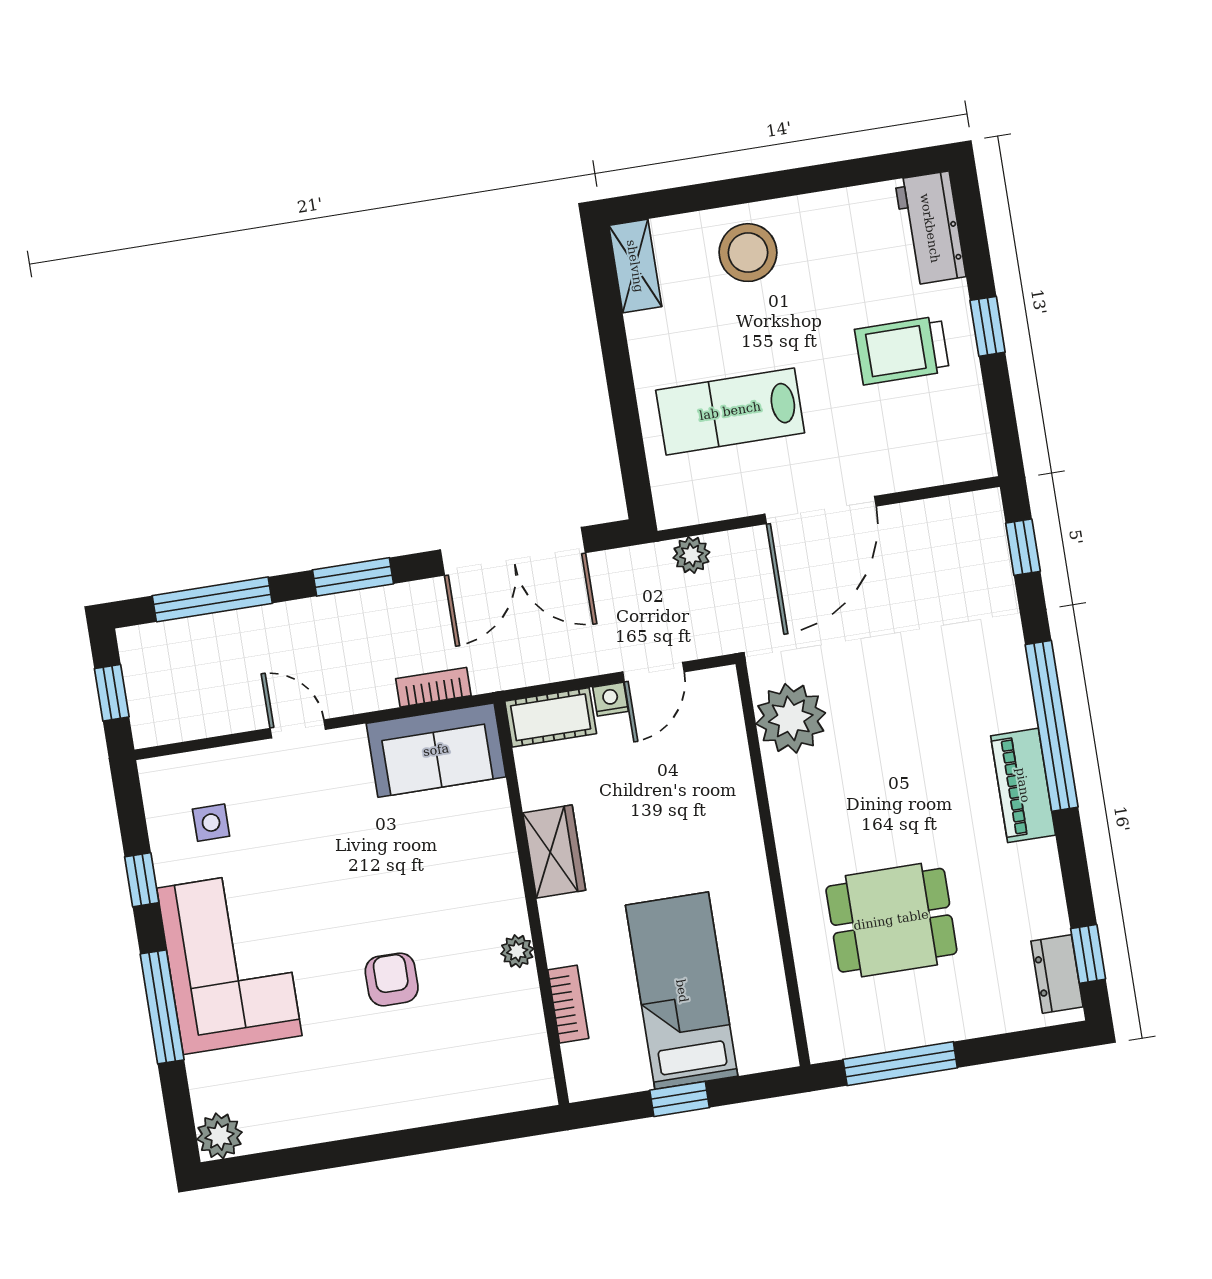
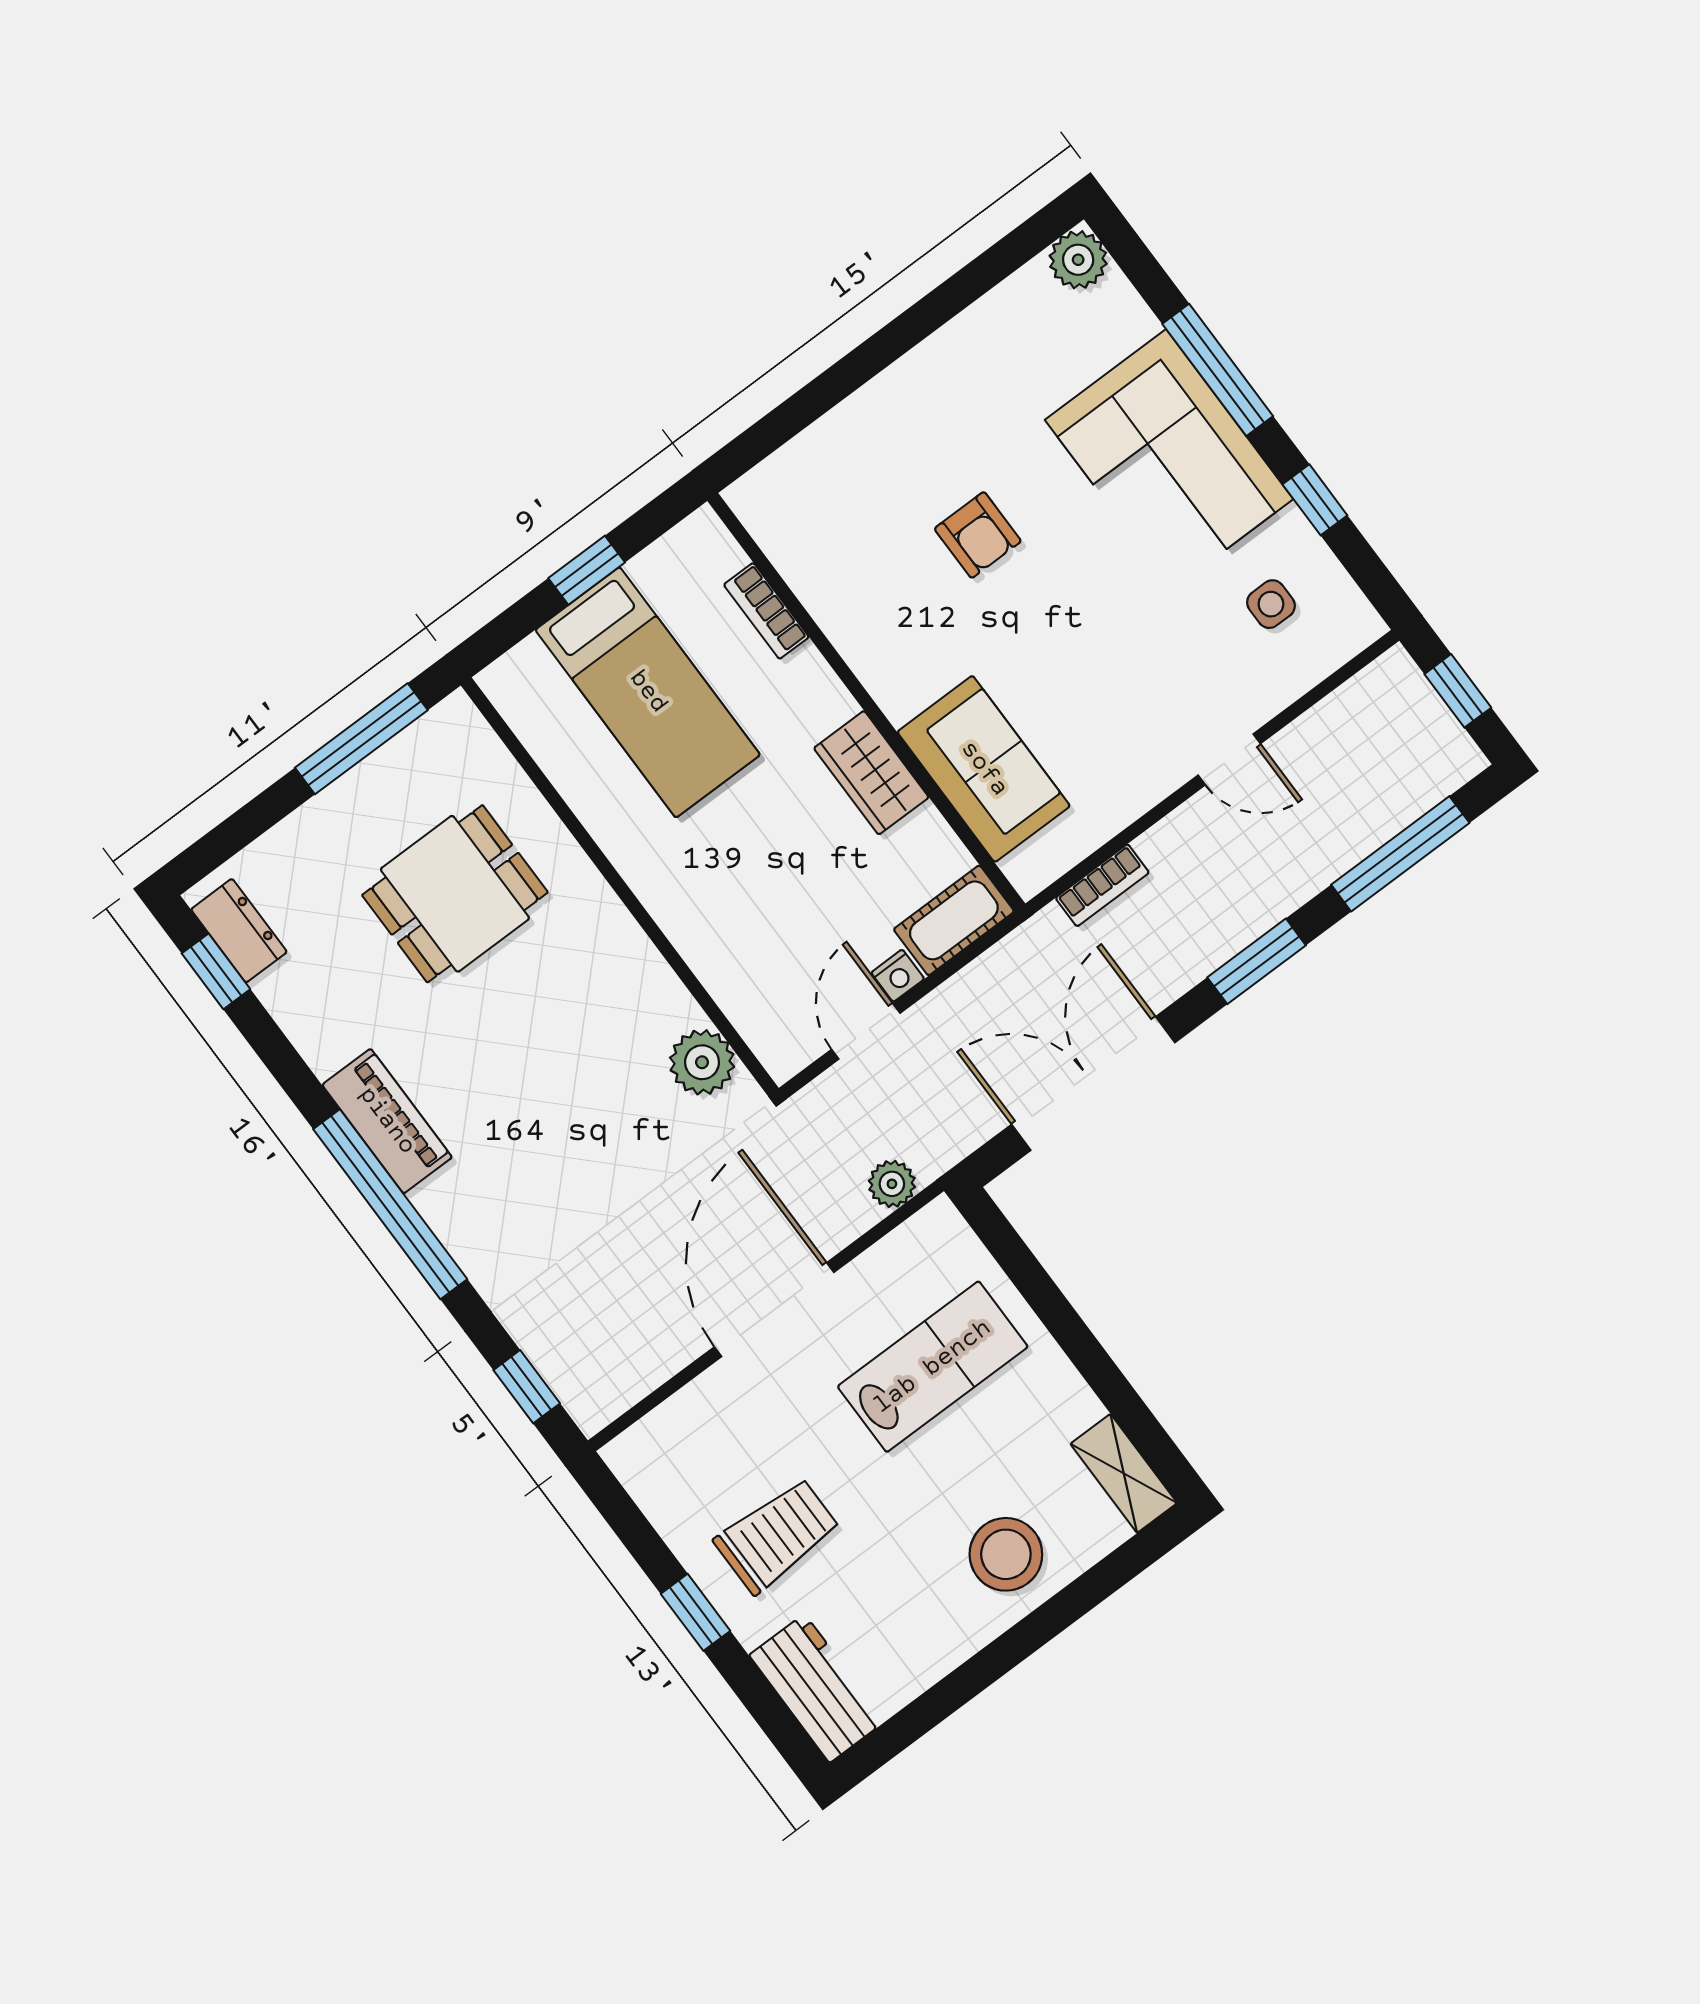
plant: (791, 718) -> (702, 1062), width x0.73, depth x0.73
sofa: (436, 750) -> (984, 769), moved, turned 90
plant: (517, 951) -> (854, 640), removed

